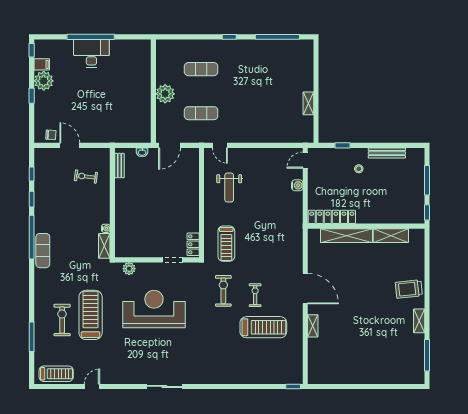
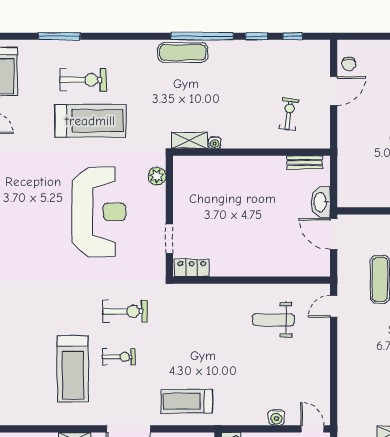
washbasin: (142, 152) -> (321, 202), width x1.91, depth x1.45
treadmill: (226, 244) -> (187, 401), moved

